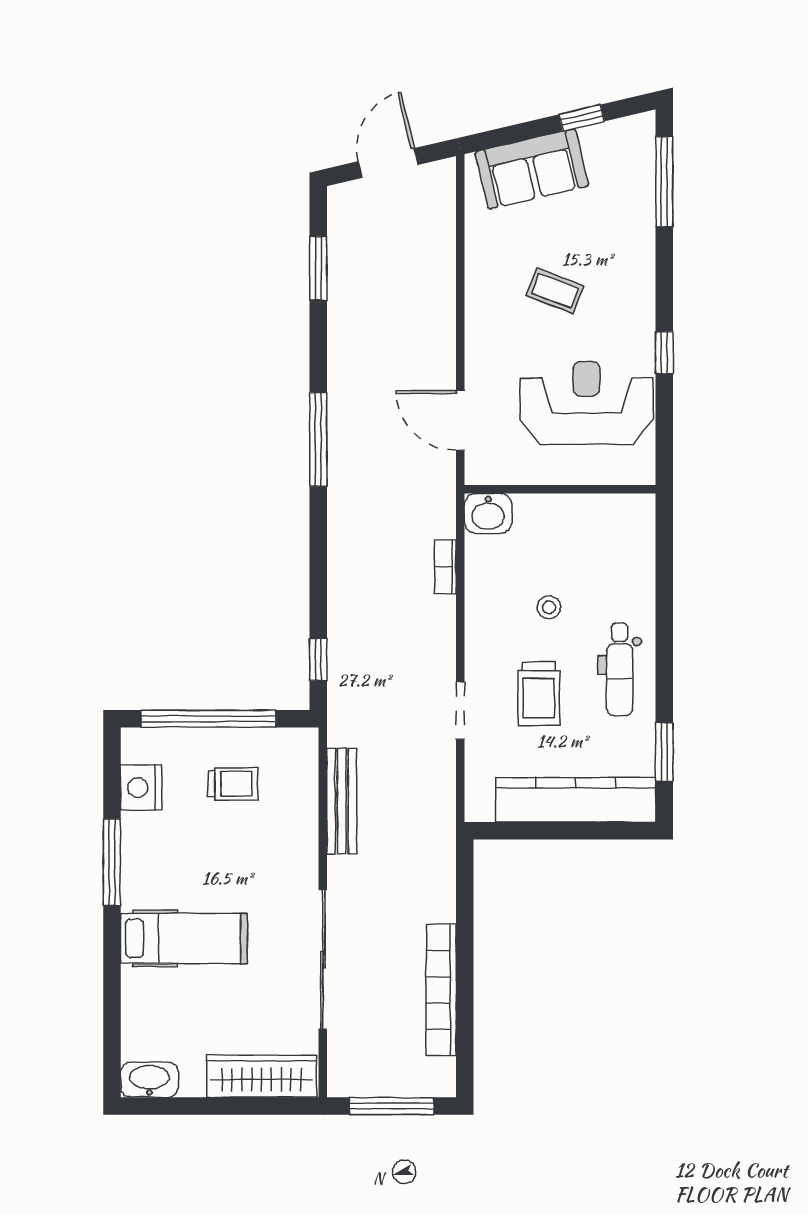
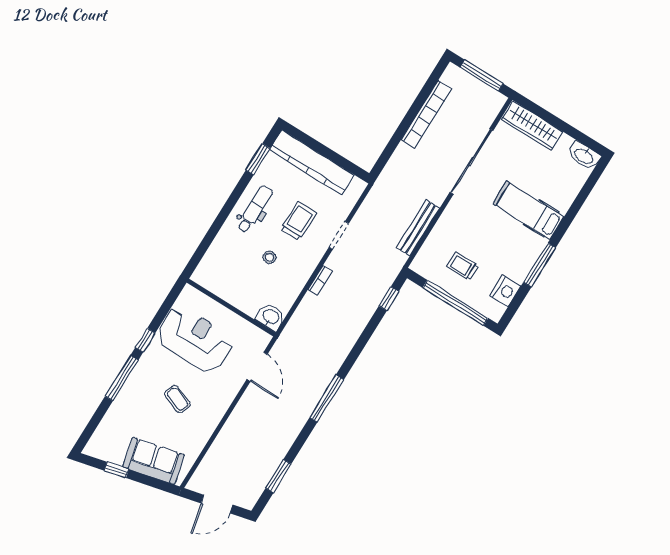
window: (664, 182) -> (122, 378), moved
reception desk: (586, 403) -> (195, 339), turned 180
bookcase: (445, 567) -> (320, 280), moved

